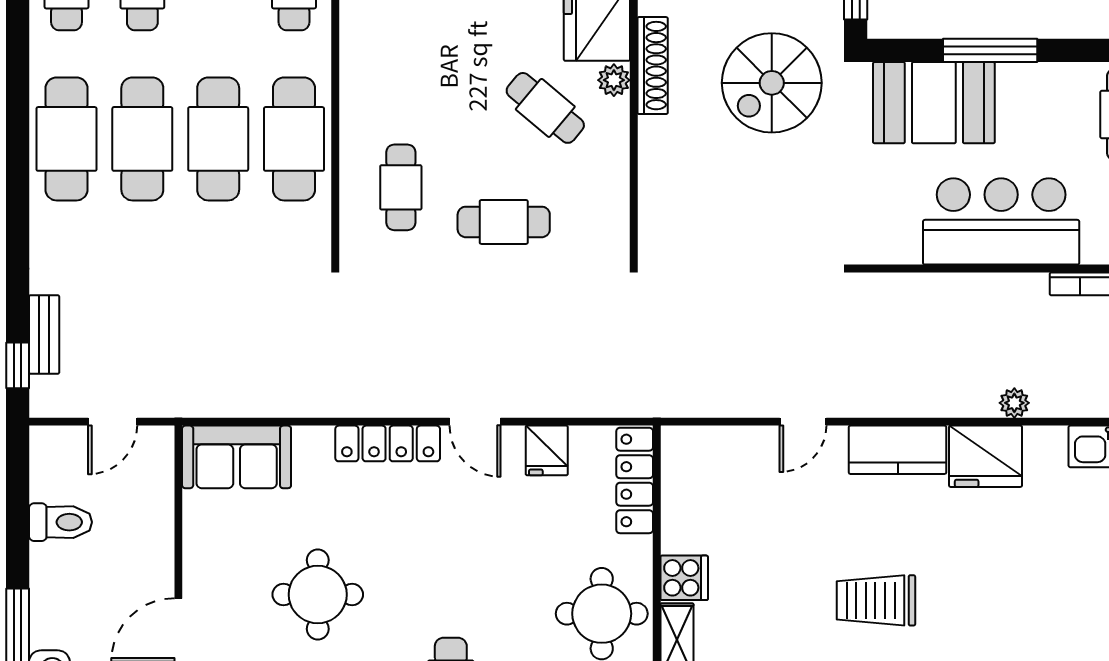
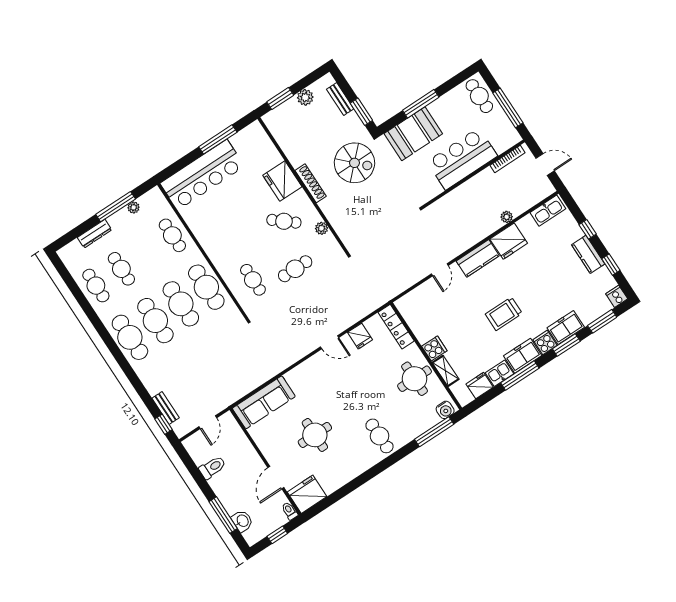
plant: (614, 80) -> (322, 228), moved
spiral stairs: (772, 83) -> (354, 163), turned -90
locker: (388, 443) -> (305, 369), removed
sofa: (237, 457) -> (264, 402), width x1.36

